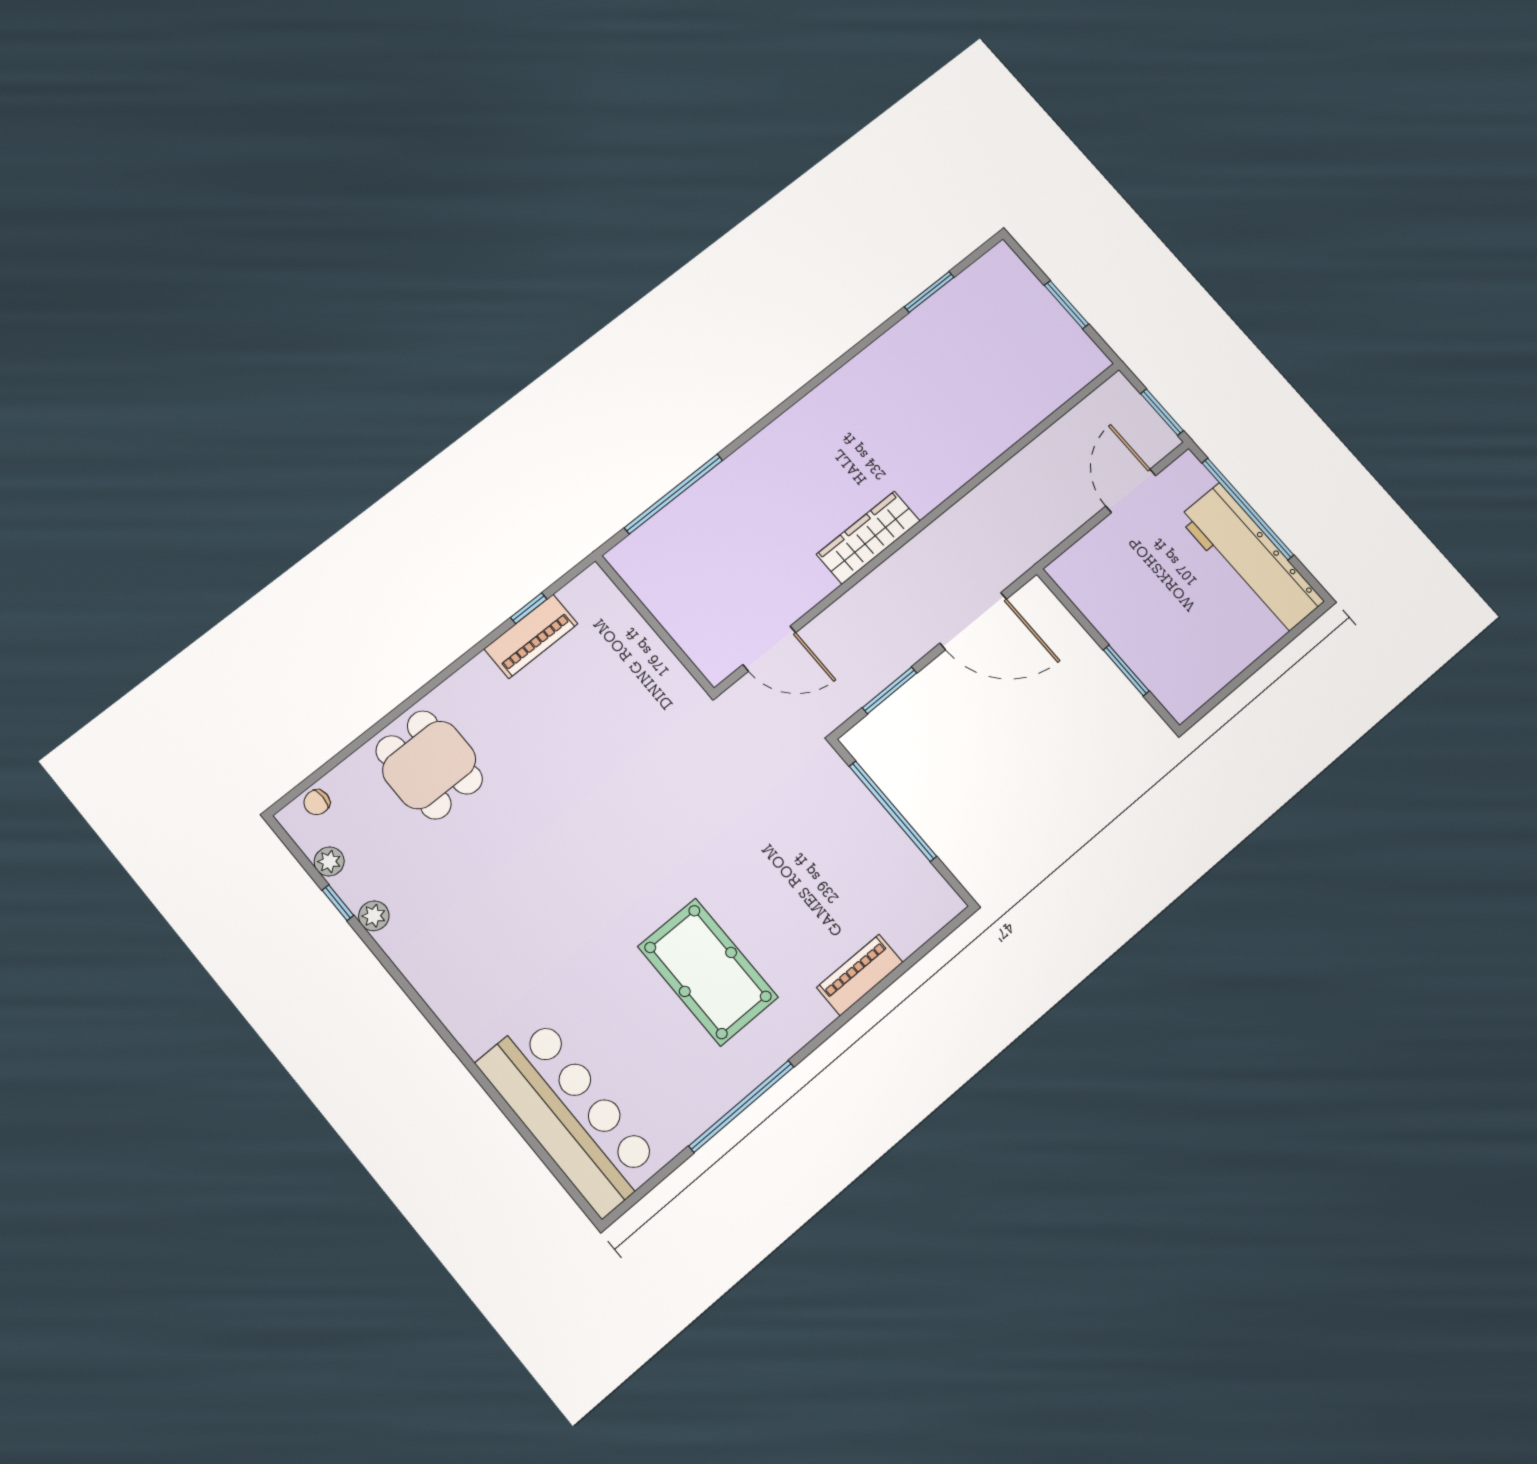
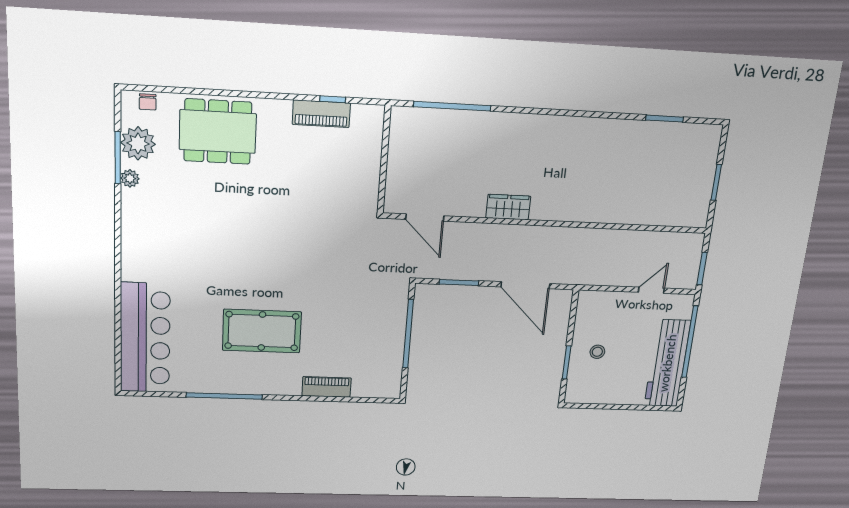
door: (1131, 491) -> (651, 290), width x0.73
wardrobe: (868, 538) -> (508, 207), width x0.67
stool: (1149, 623) -> (597, 352), added
dining table: (429, 765) -> (218, 132), width x1.37
chair: (317, 802) -> (148, 102), turned -90
plant: (329, 861) -> (138, 143), width x1.88, depth x1.88
window: (338, 903) -> (118, 158), width x2.17
pool table: (708, 972) -> (262, 331), turned 90

